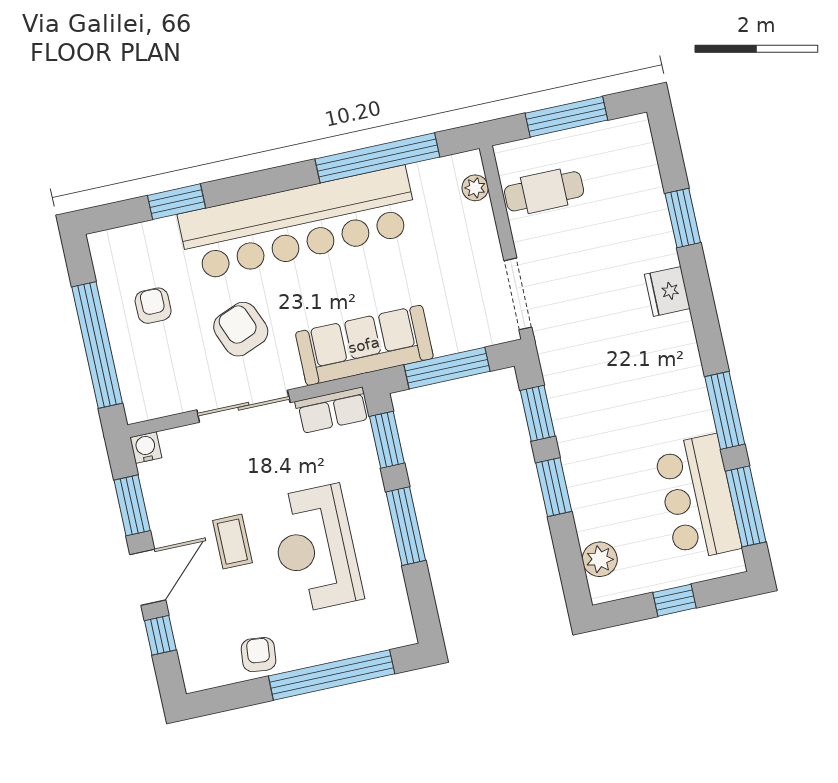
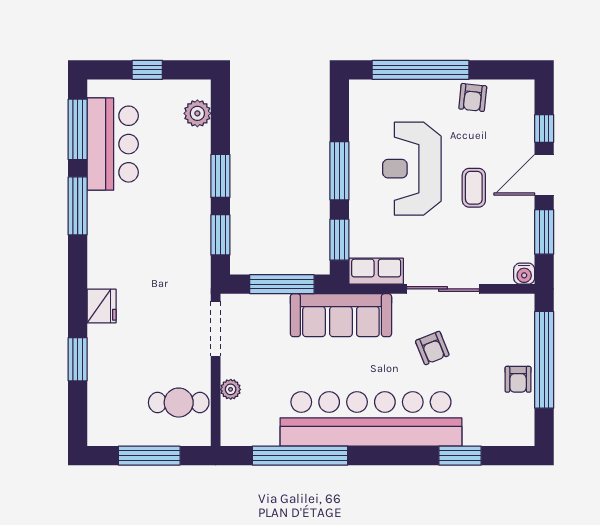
plant: (475, 188) -> (231, 389), moved
armchair: (153, 306) -> (518, 379), moved
armchair: (241, 329) -> (432, 348), width x0.72, depth x0.72
reception desk: (315, 549) -> (412, 169), turned 180

